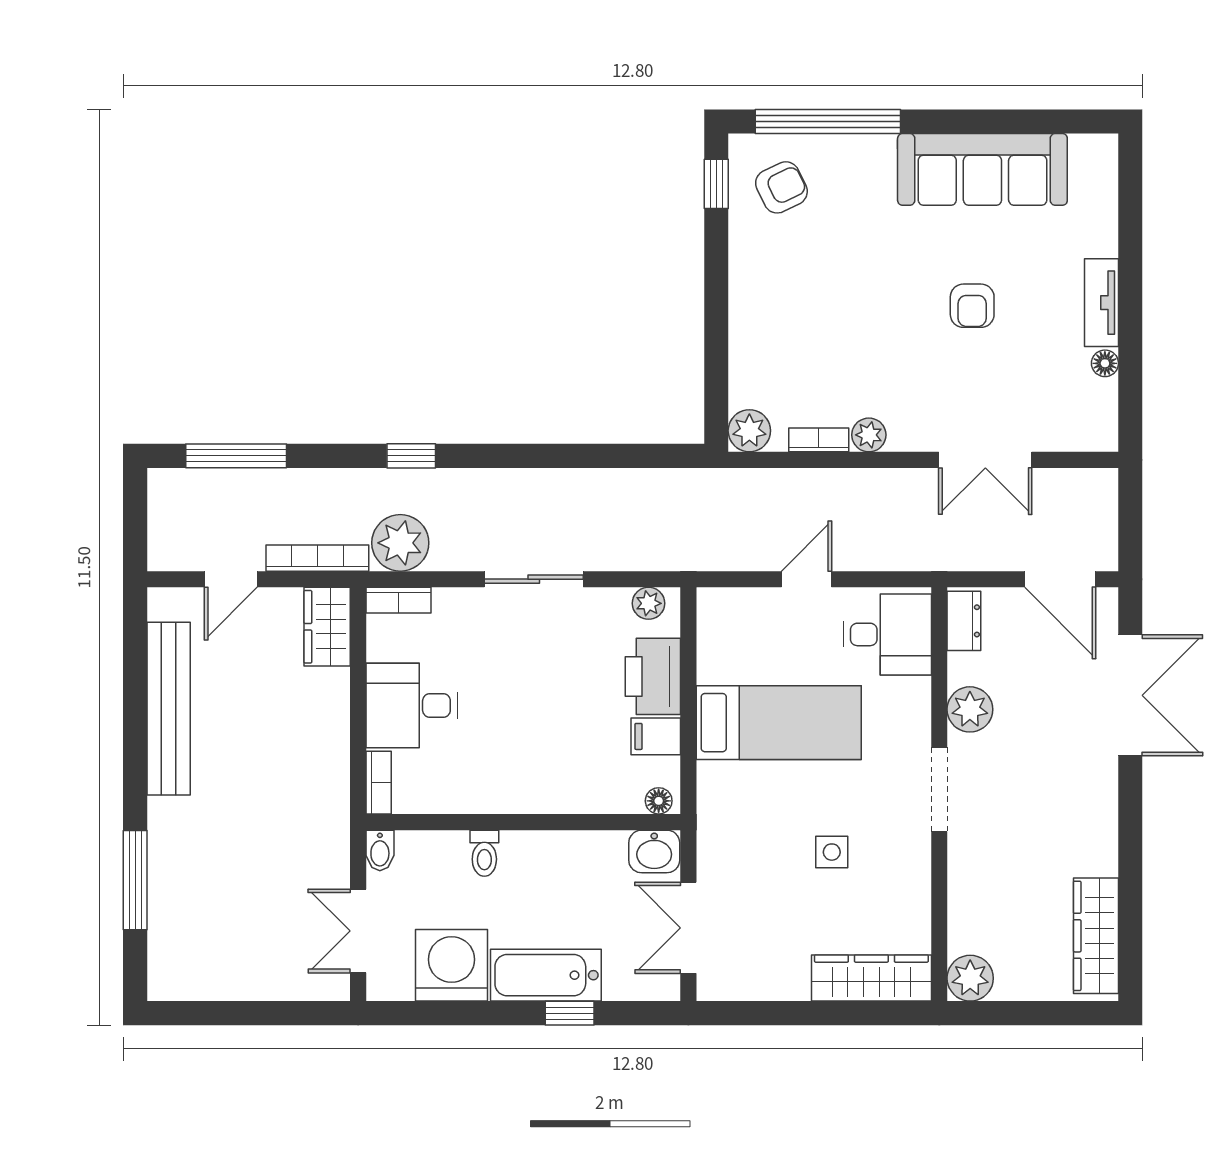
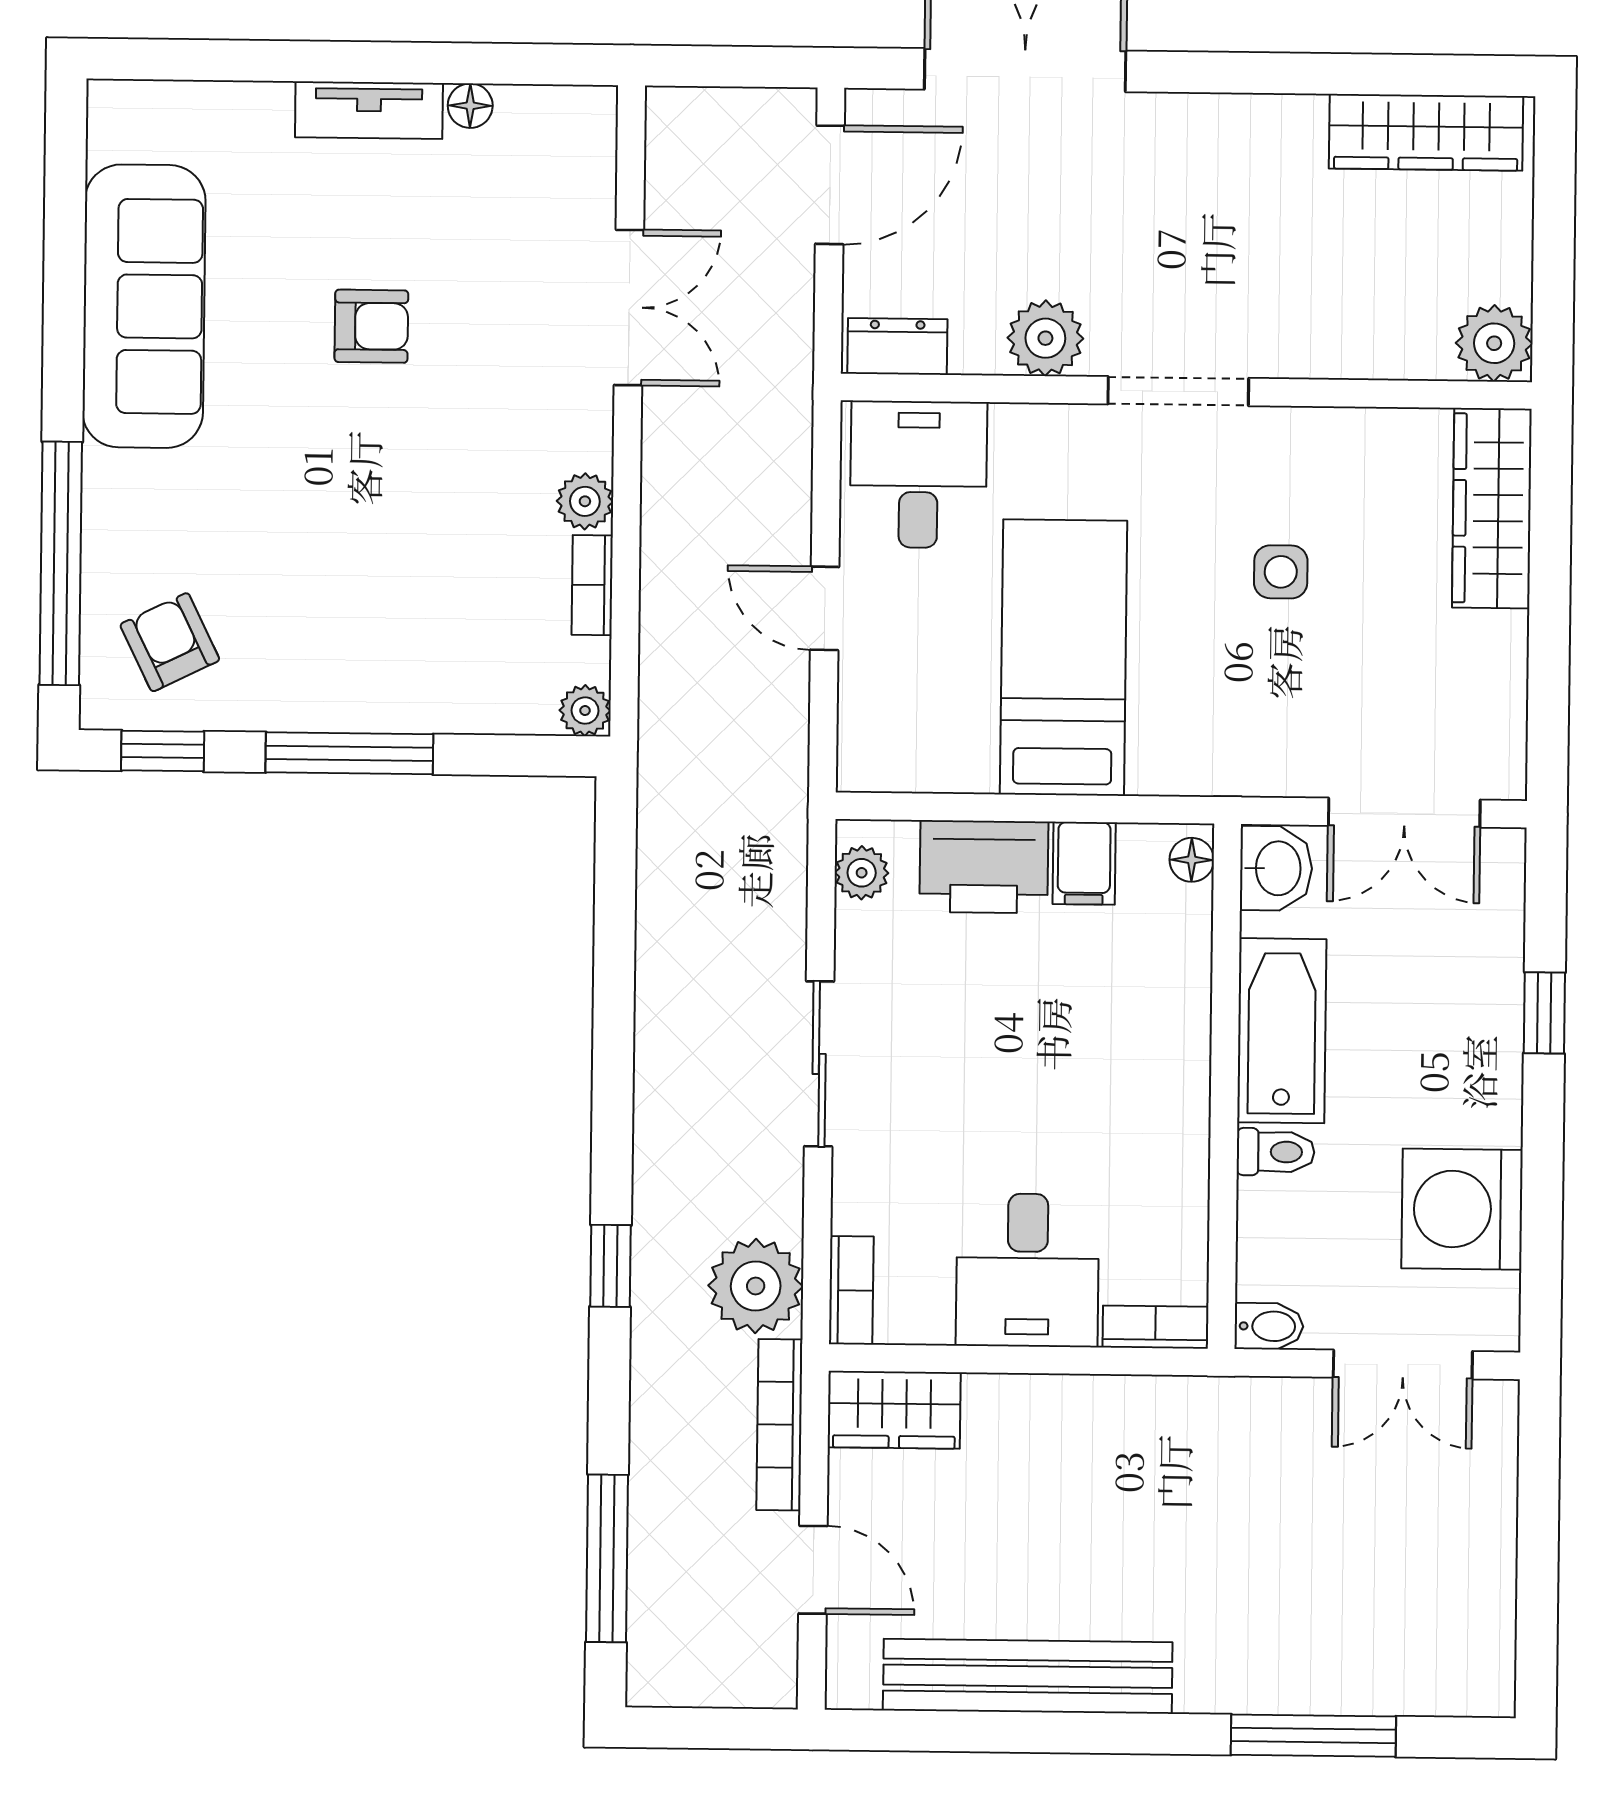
window: (716, 296) -> (349, 753), added
plant: (749, 431) -> (585, 711), width x0.73, depth x0.73
bathtub: (546, 975) -> (1282, 1031), moved, turned 180

